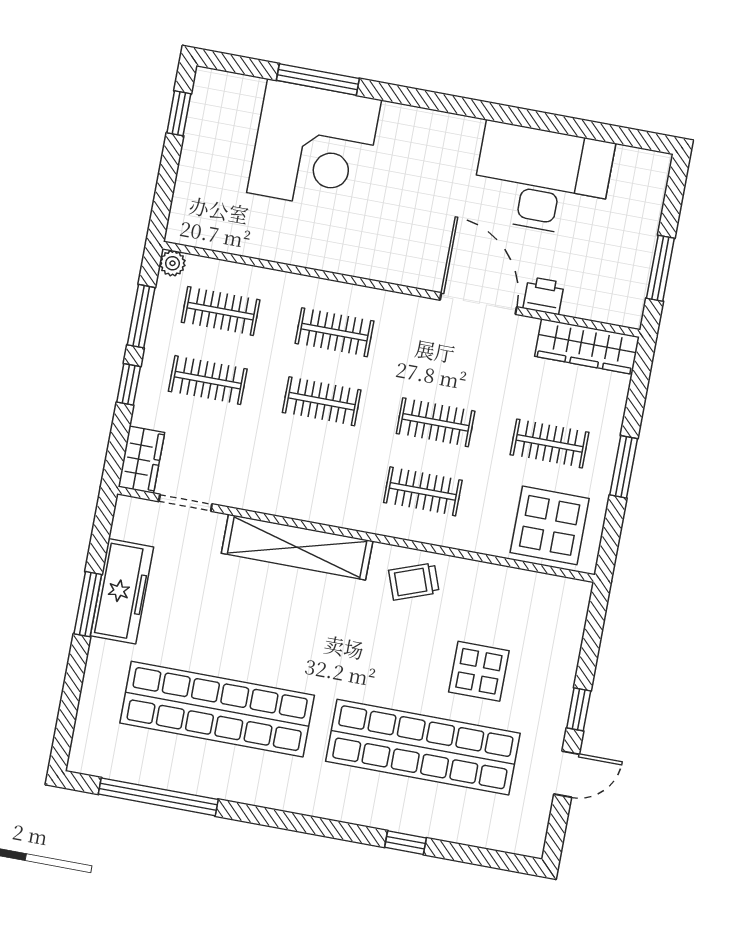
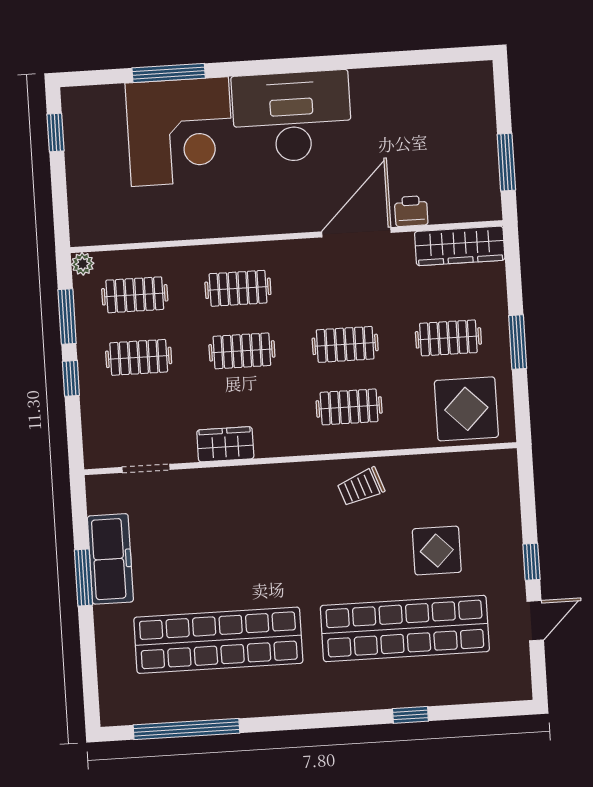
desk: (542, 179) -> (292, 117), moved
door: (478, 304) -> (356, 232), hinge flipped
wardrobe: (141, 460) -> (225, 444), moved, turned -90
shelving: (297, 547) -> (252, 483), removed

